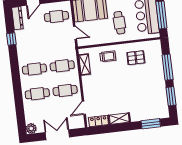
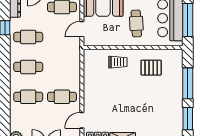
door: (75, 33) -> (82, 29), swing flipped
shelving: (85, 64) -> (89, 68), removed
cafe table: (62, 66) -> (28, 37), moved

